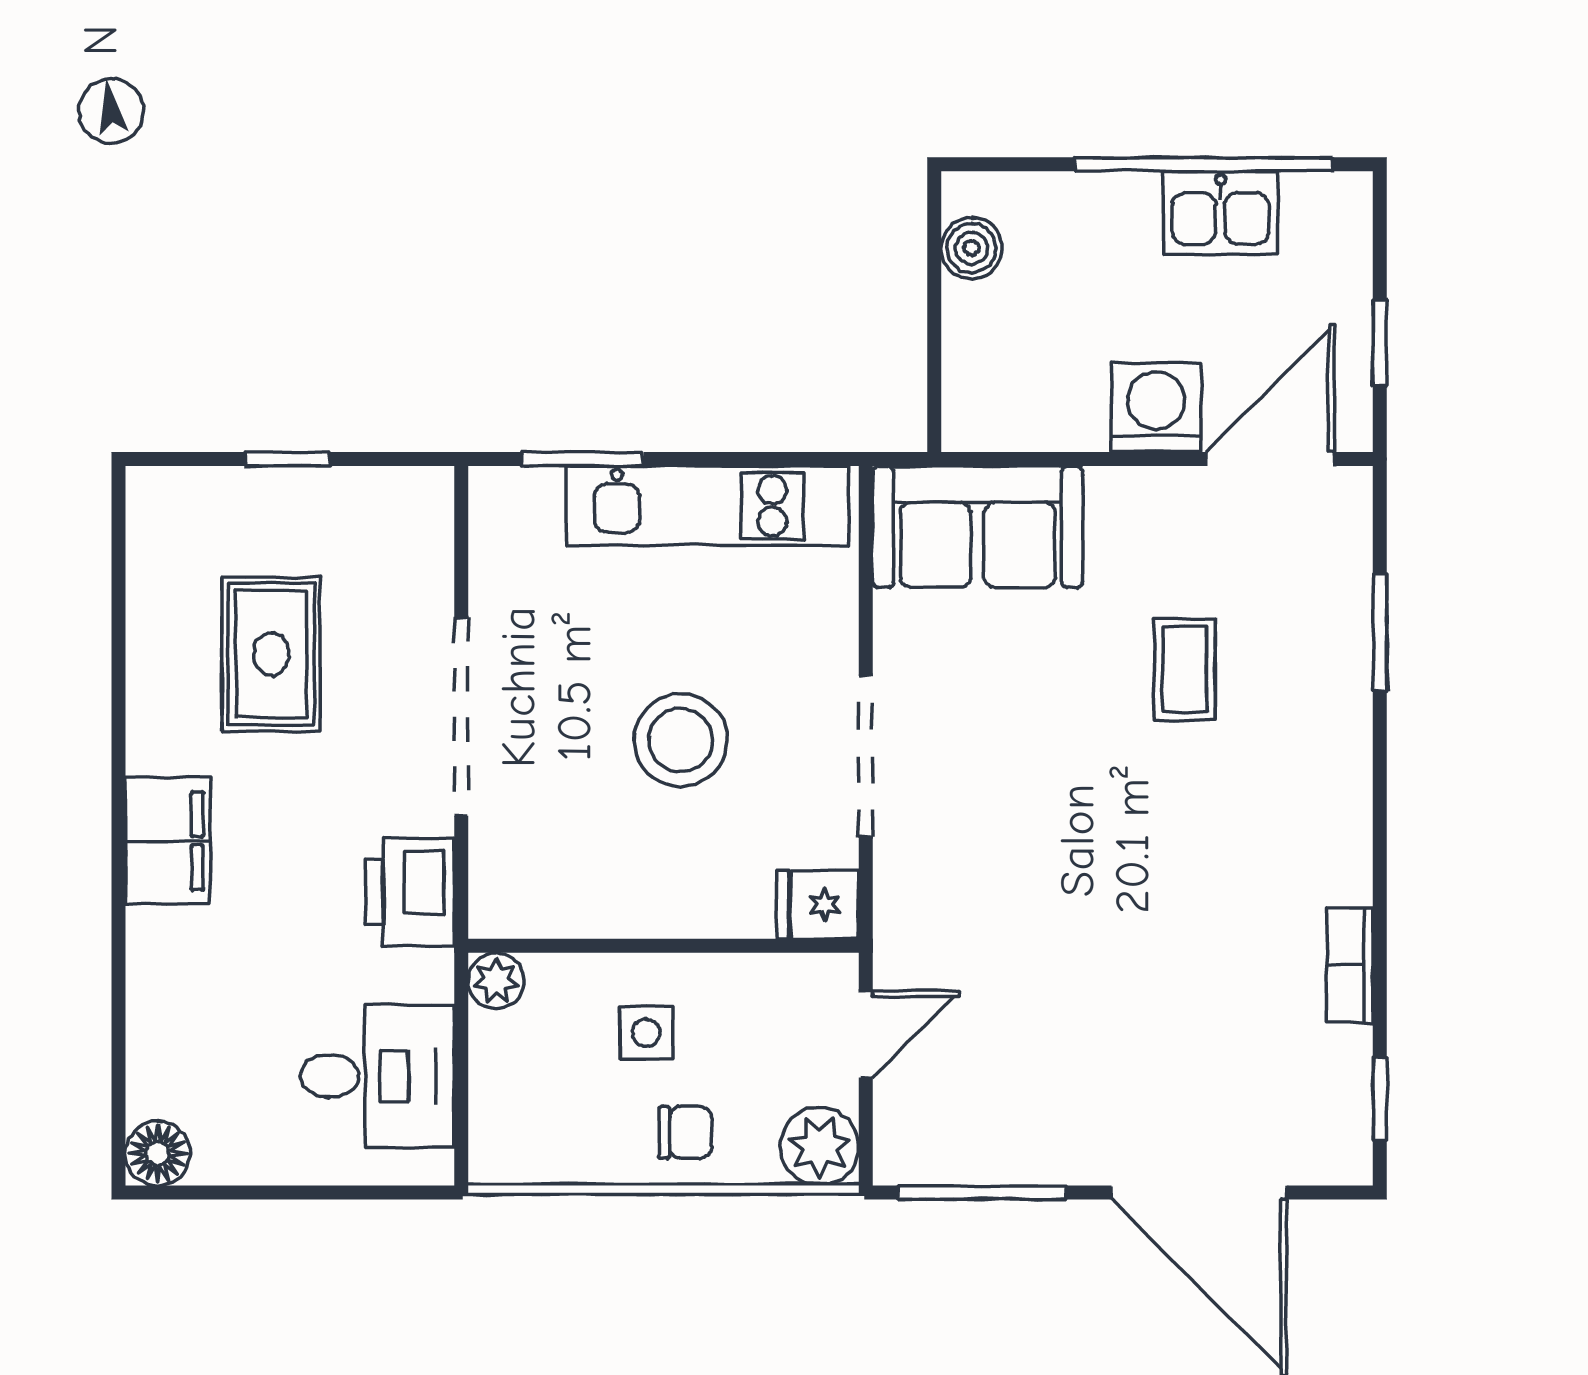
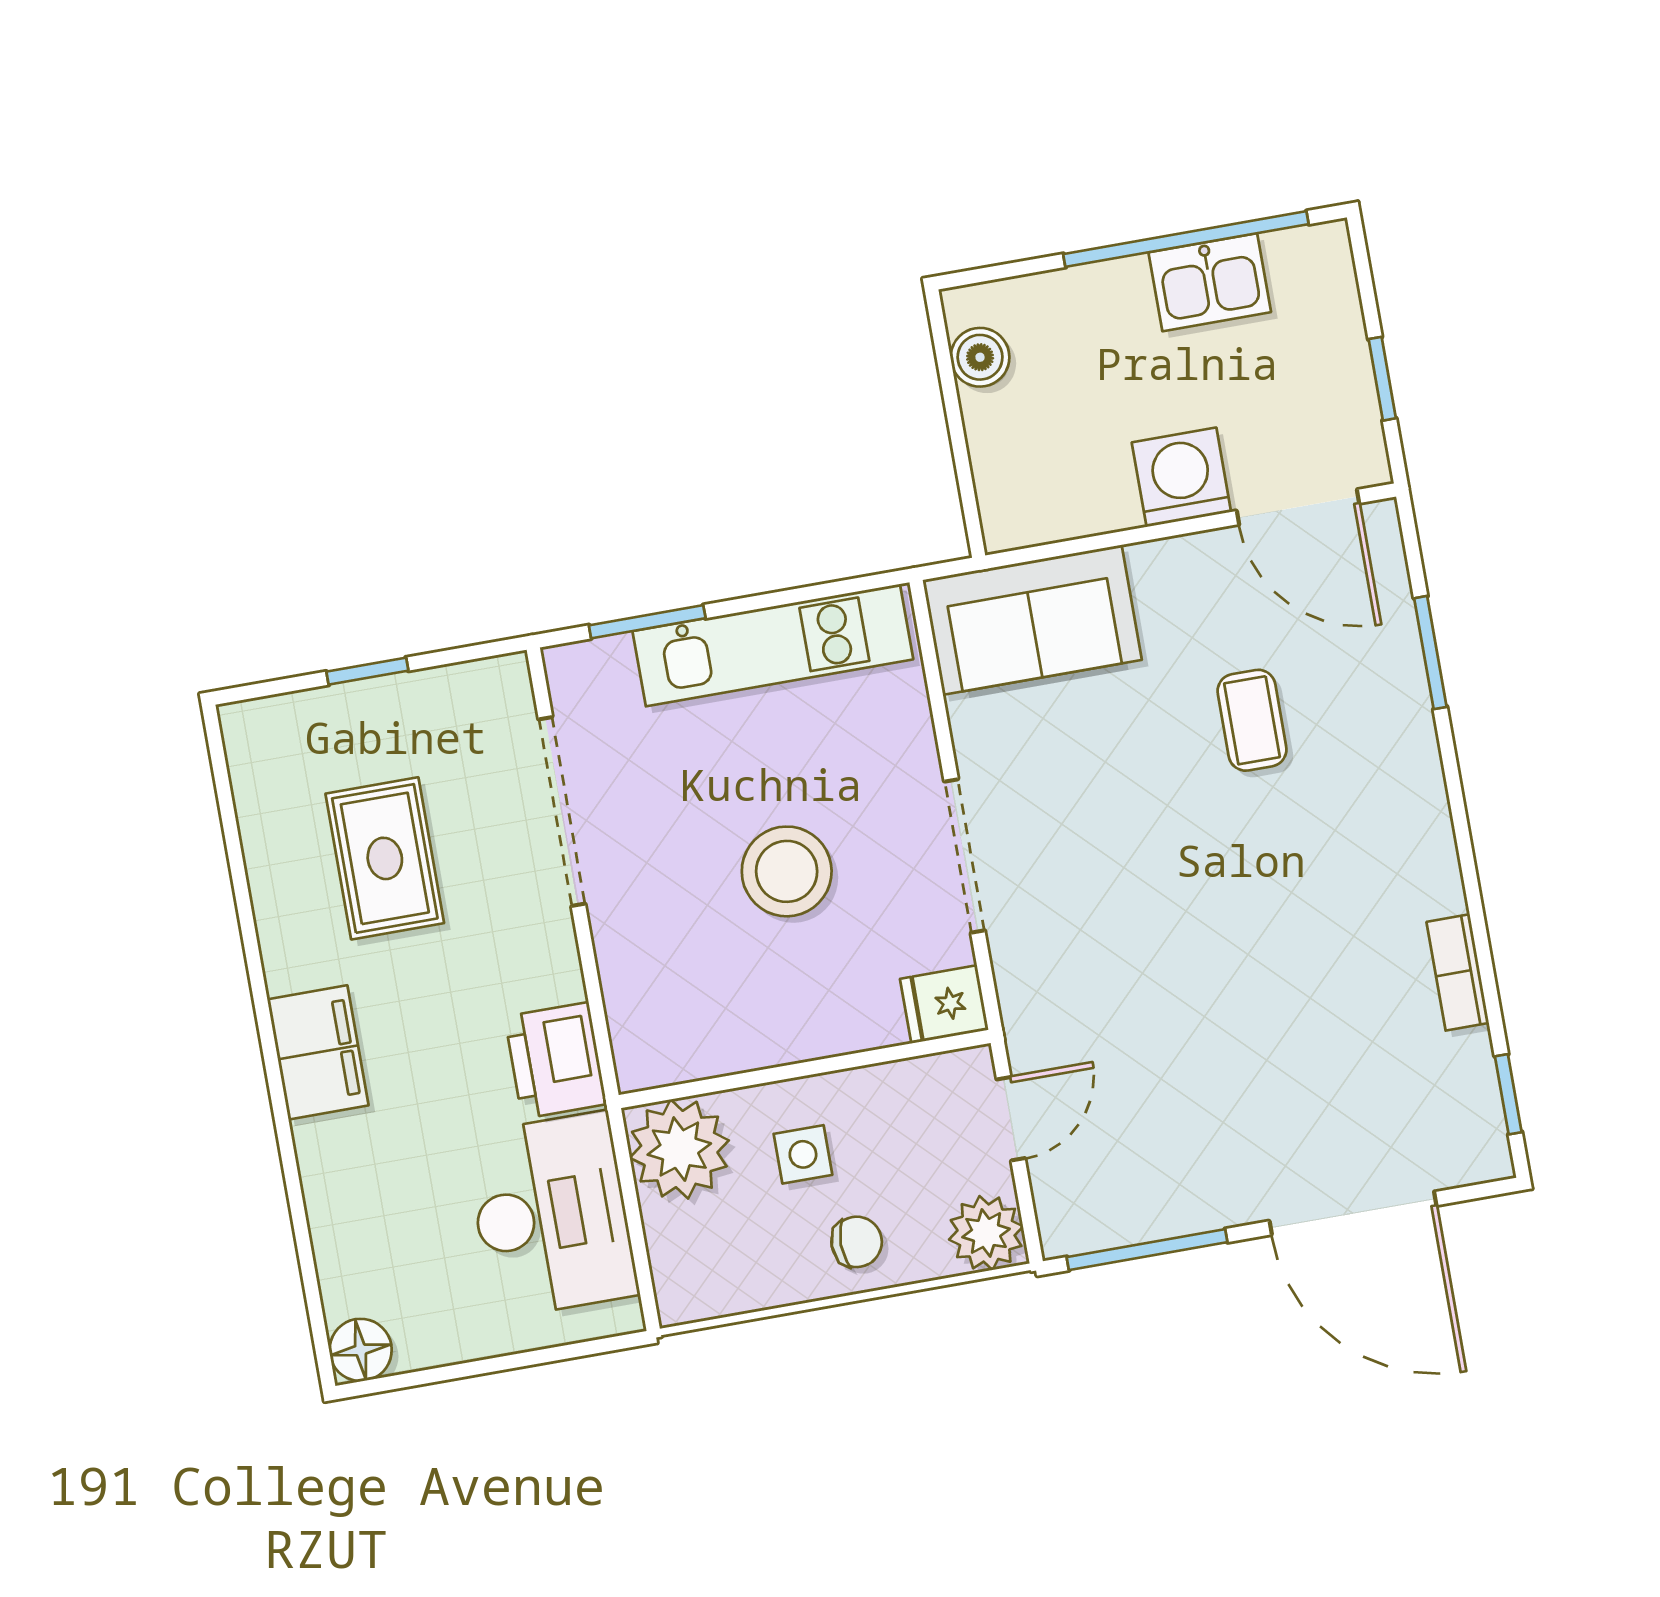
door: (1270, 459) -> (1298, 507), swing flipped
doorway: (461, 717) -> (562, 812), moved
plant: (496, 981) -> (679, 1149), width x1.88, depth x1.88
desk: (377, 1076) -> (551, 1215), width x1.37

